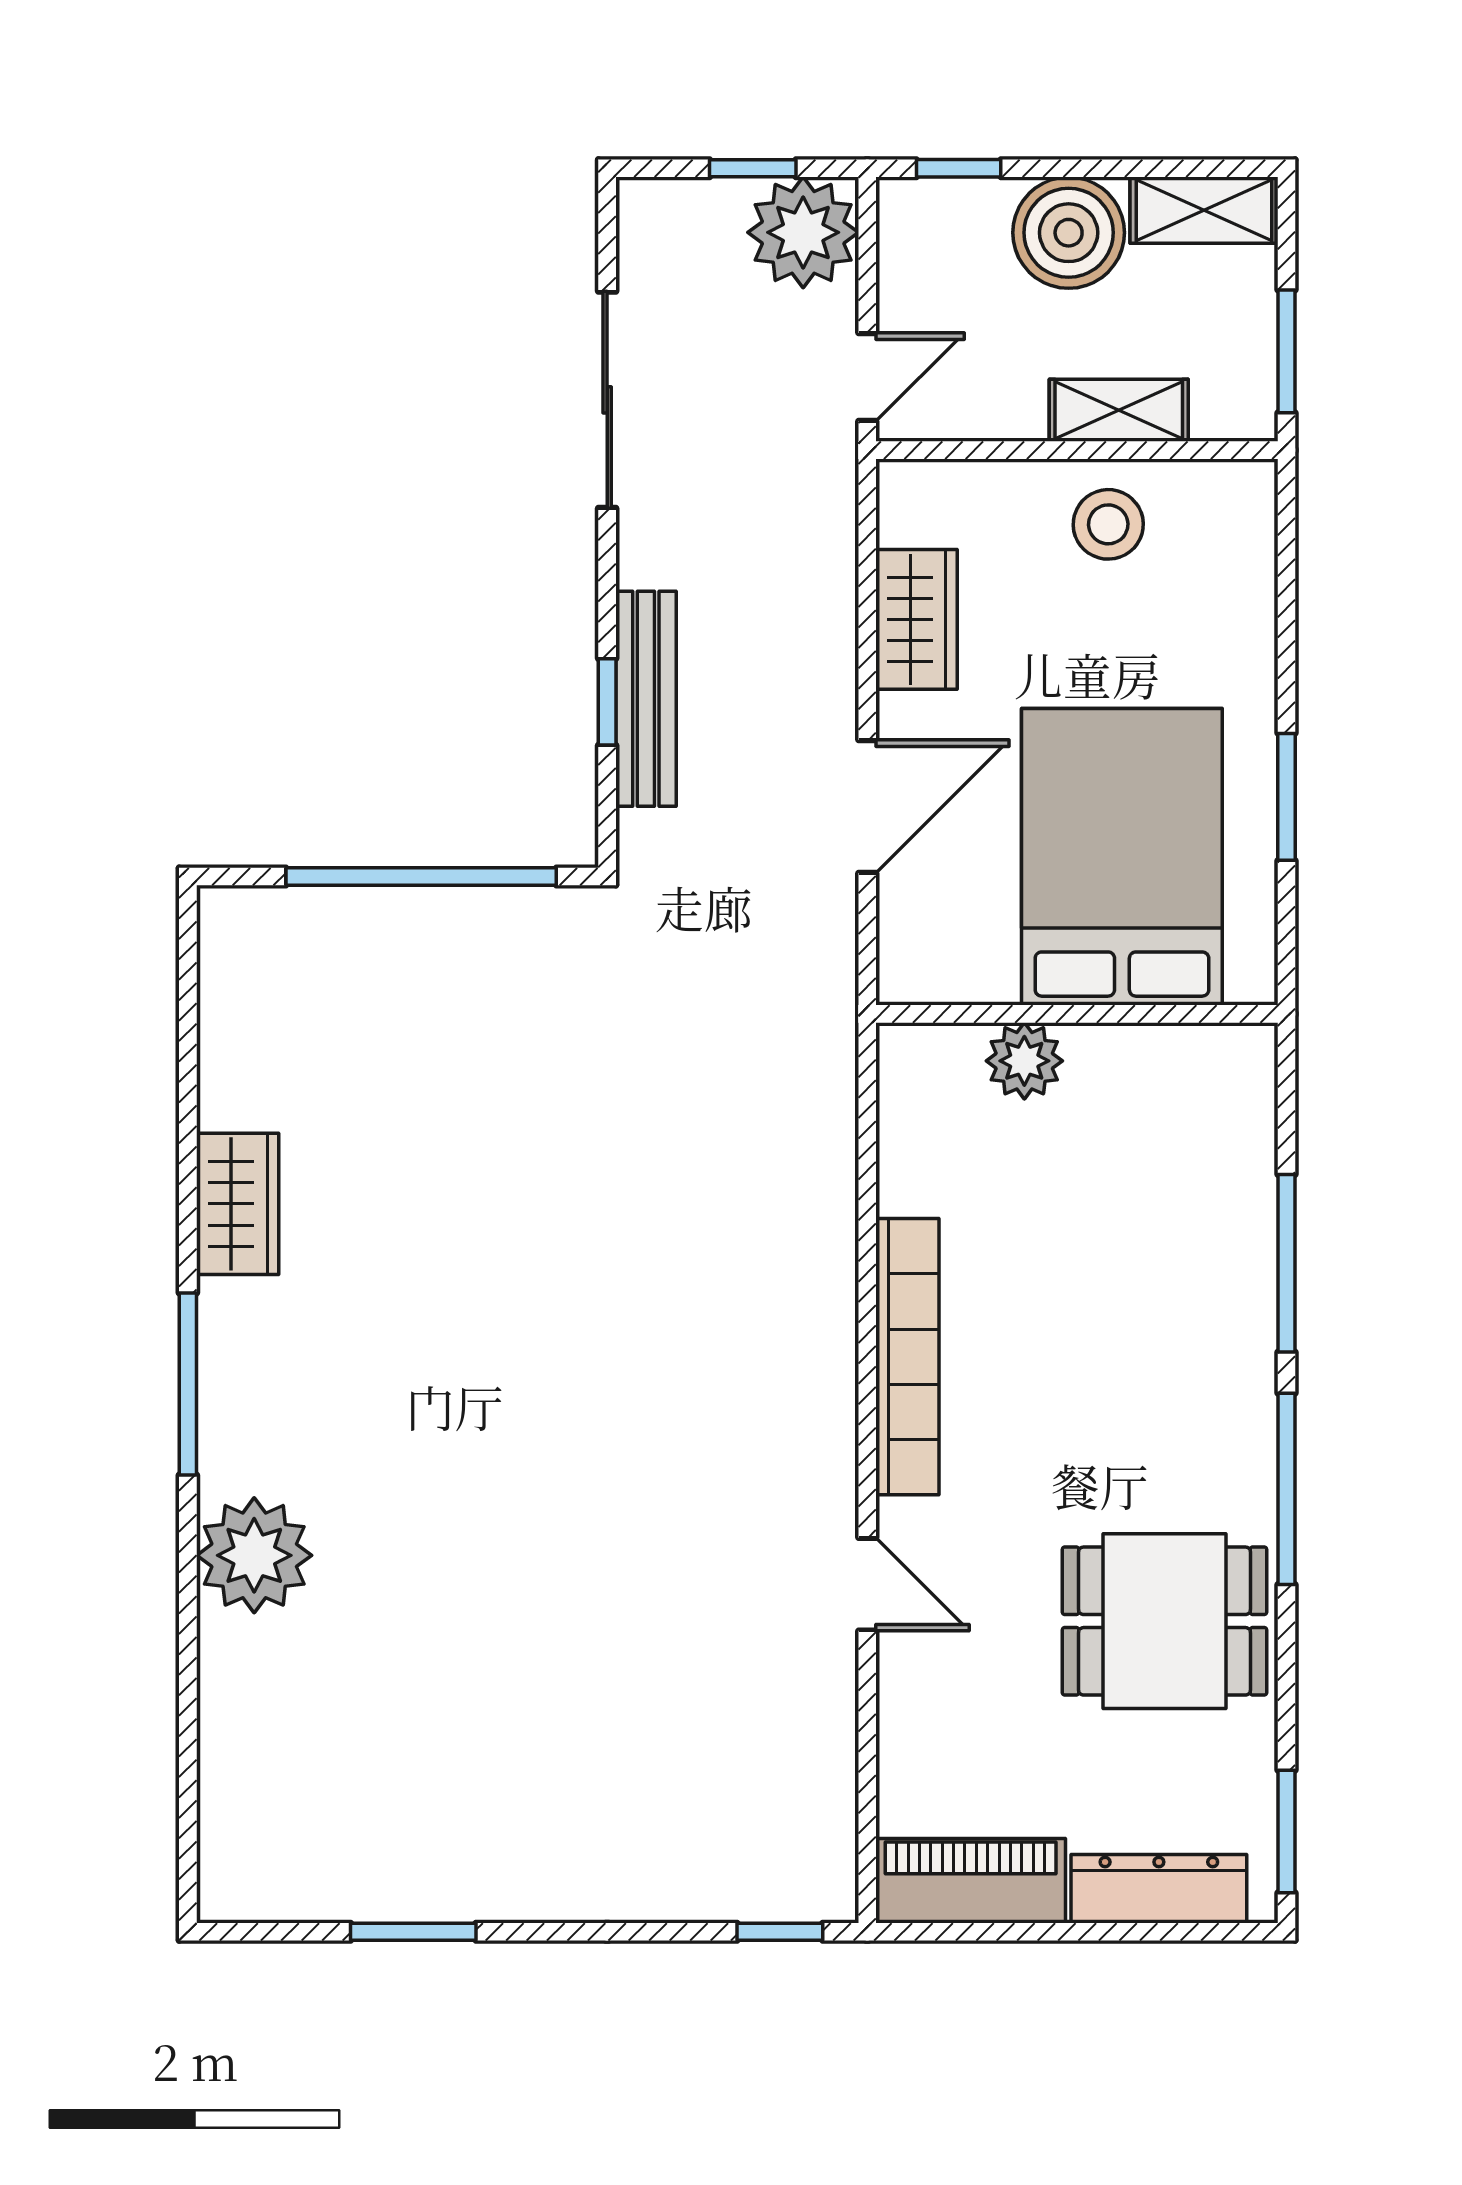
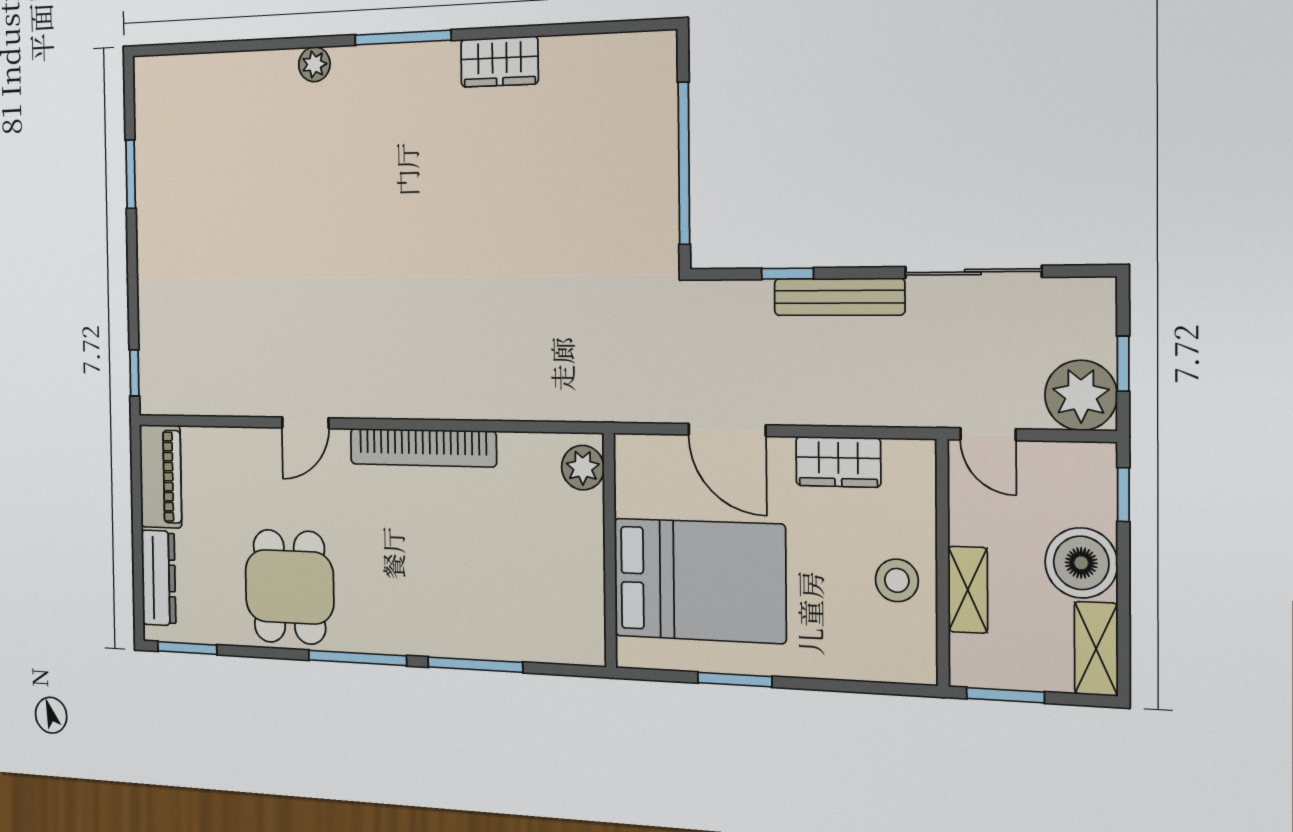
bench: (646, 699) -> (839, 297), moved
plant: (1024, 1061) -> (583, 468), moved
plant: (254, 1555) -> (314, 64), width x0.53, depth x0.53

